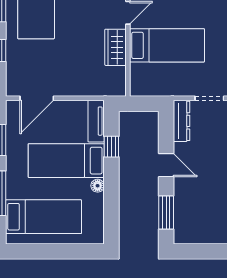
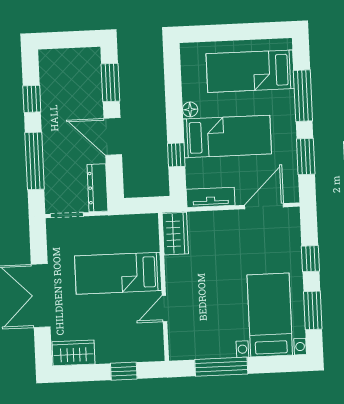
wardrobe: (115, 47) -> (175, 234), moved
tv unit: (96, 121) -> (211, 197), moved, turned -90
door: (166, 165) -> (113, 137), width x1.38

